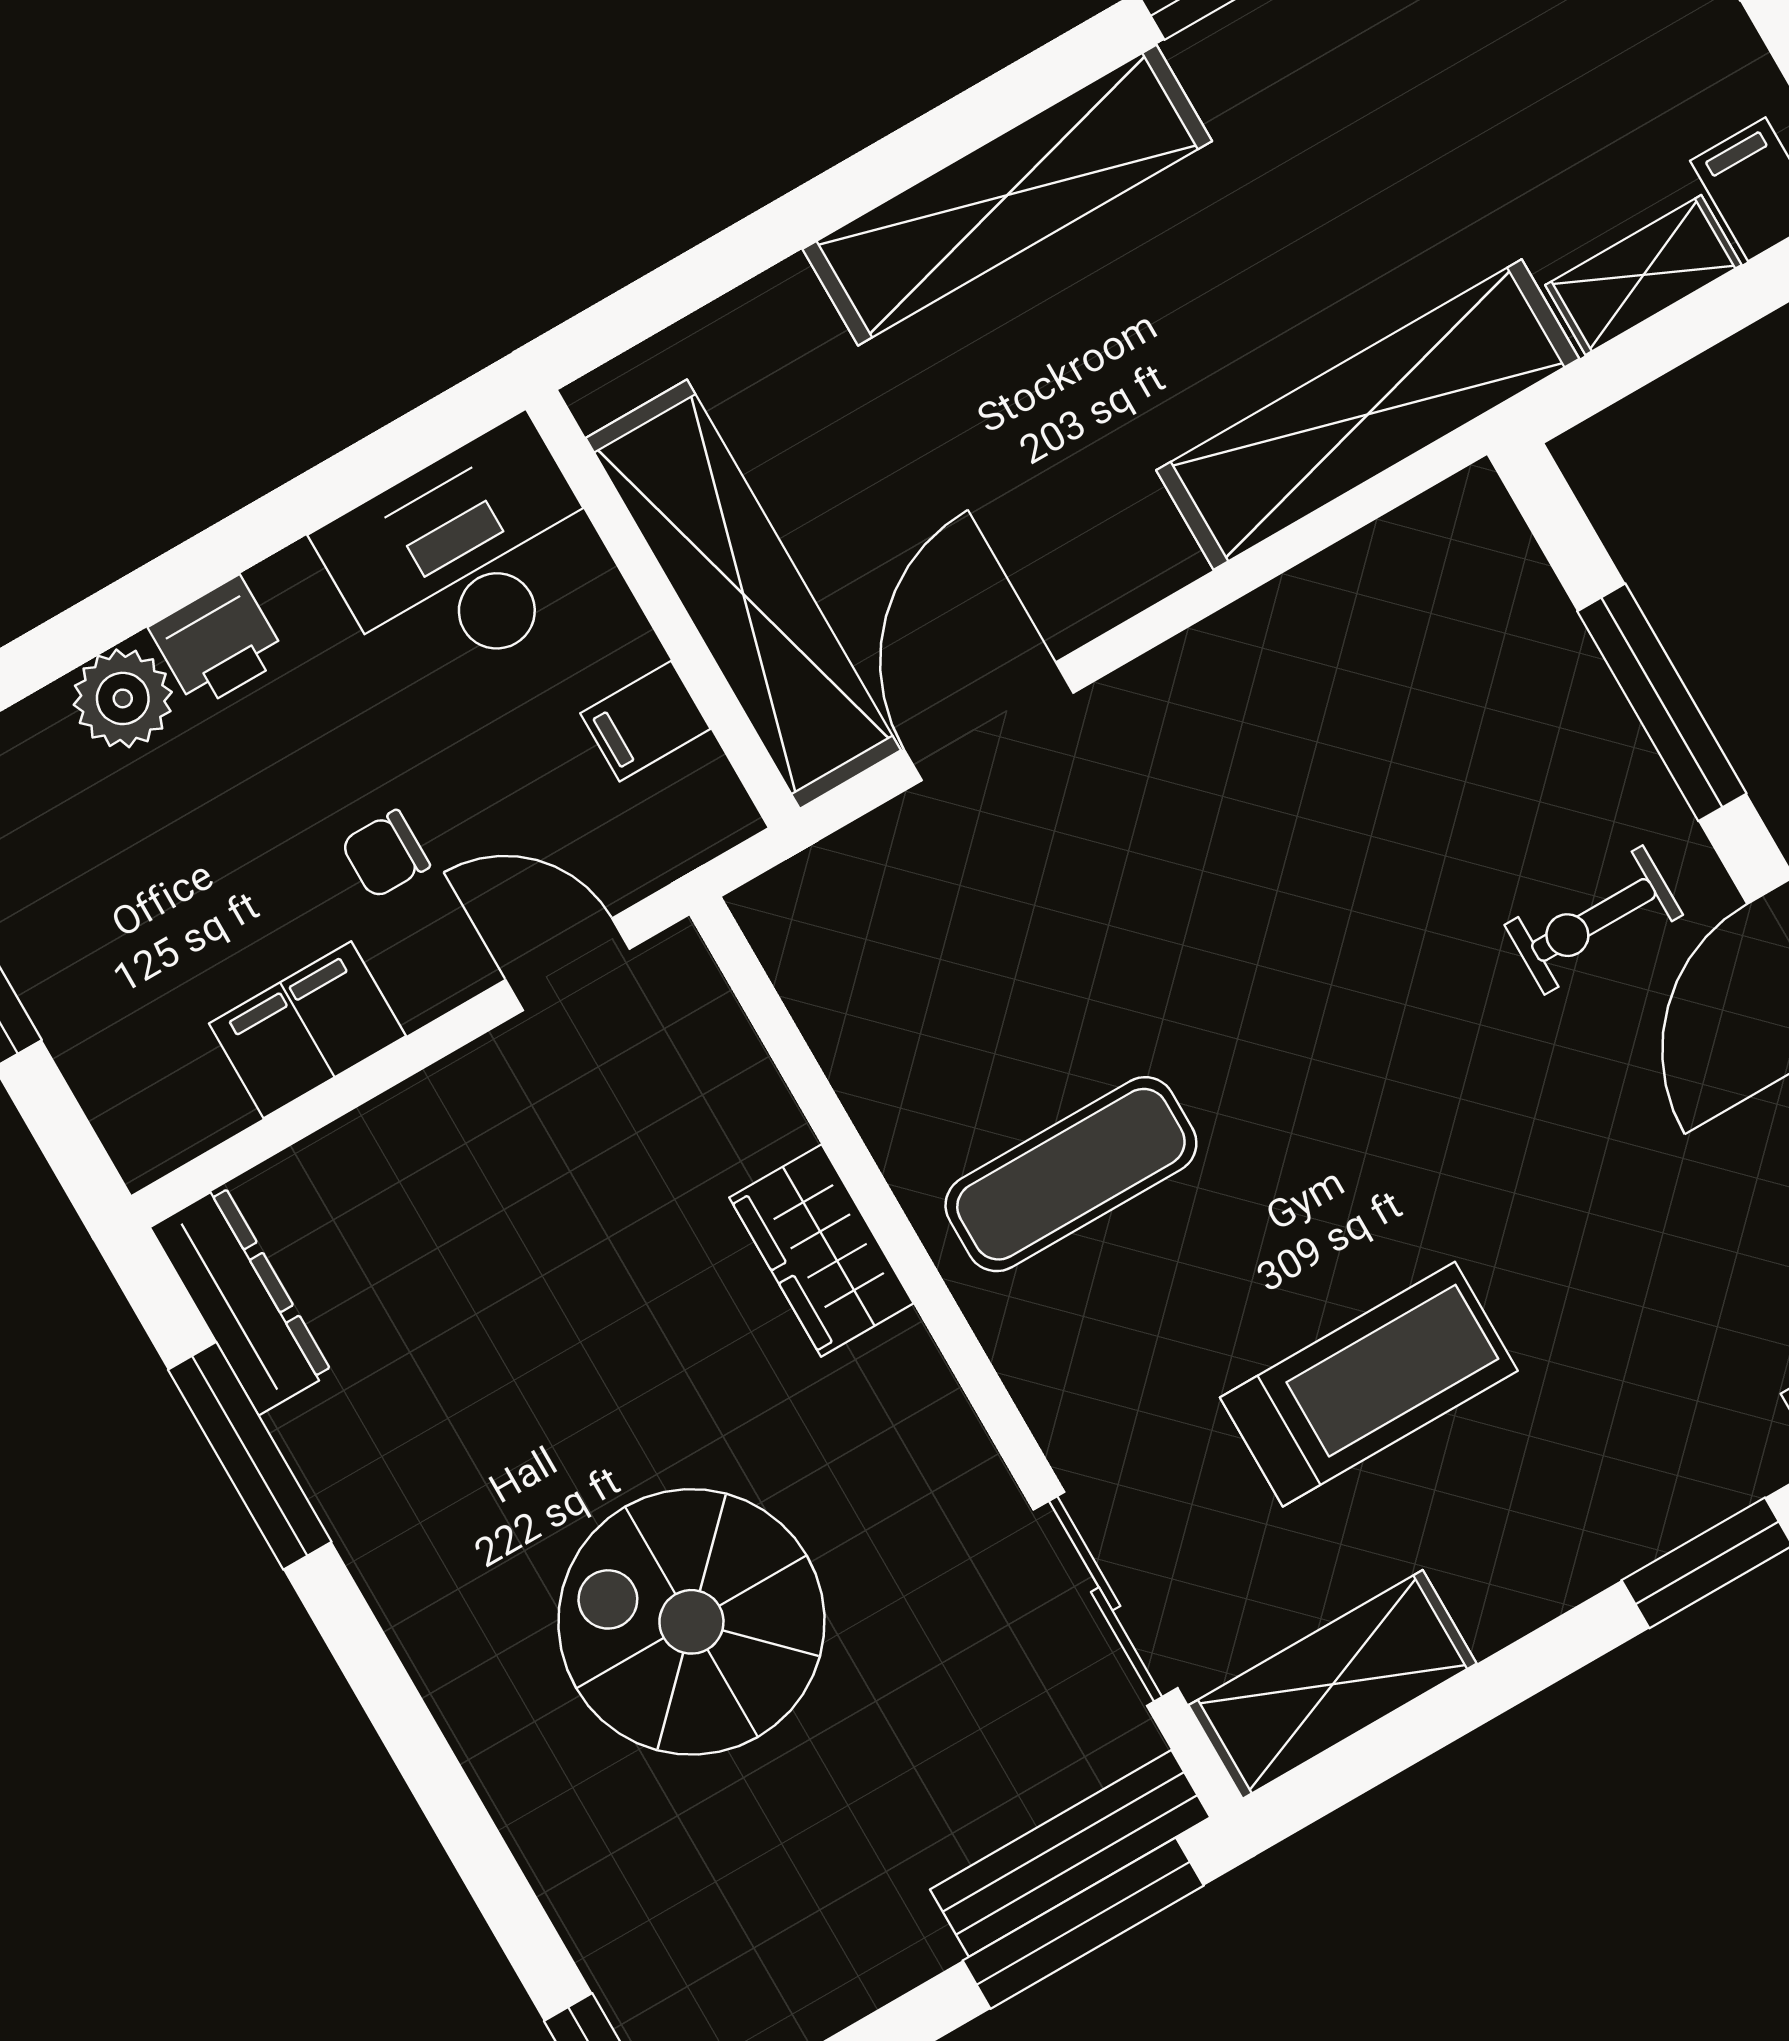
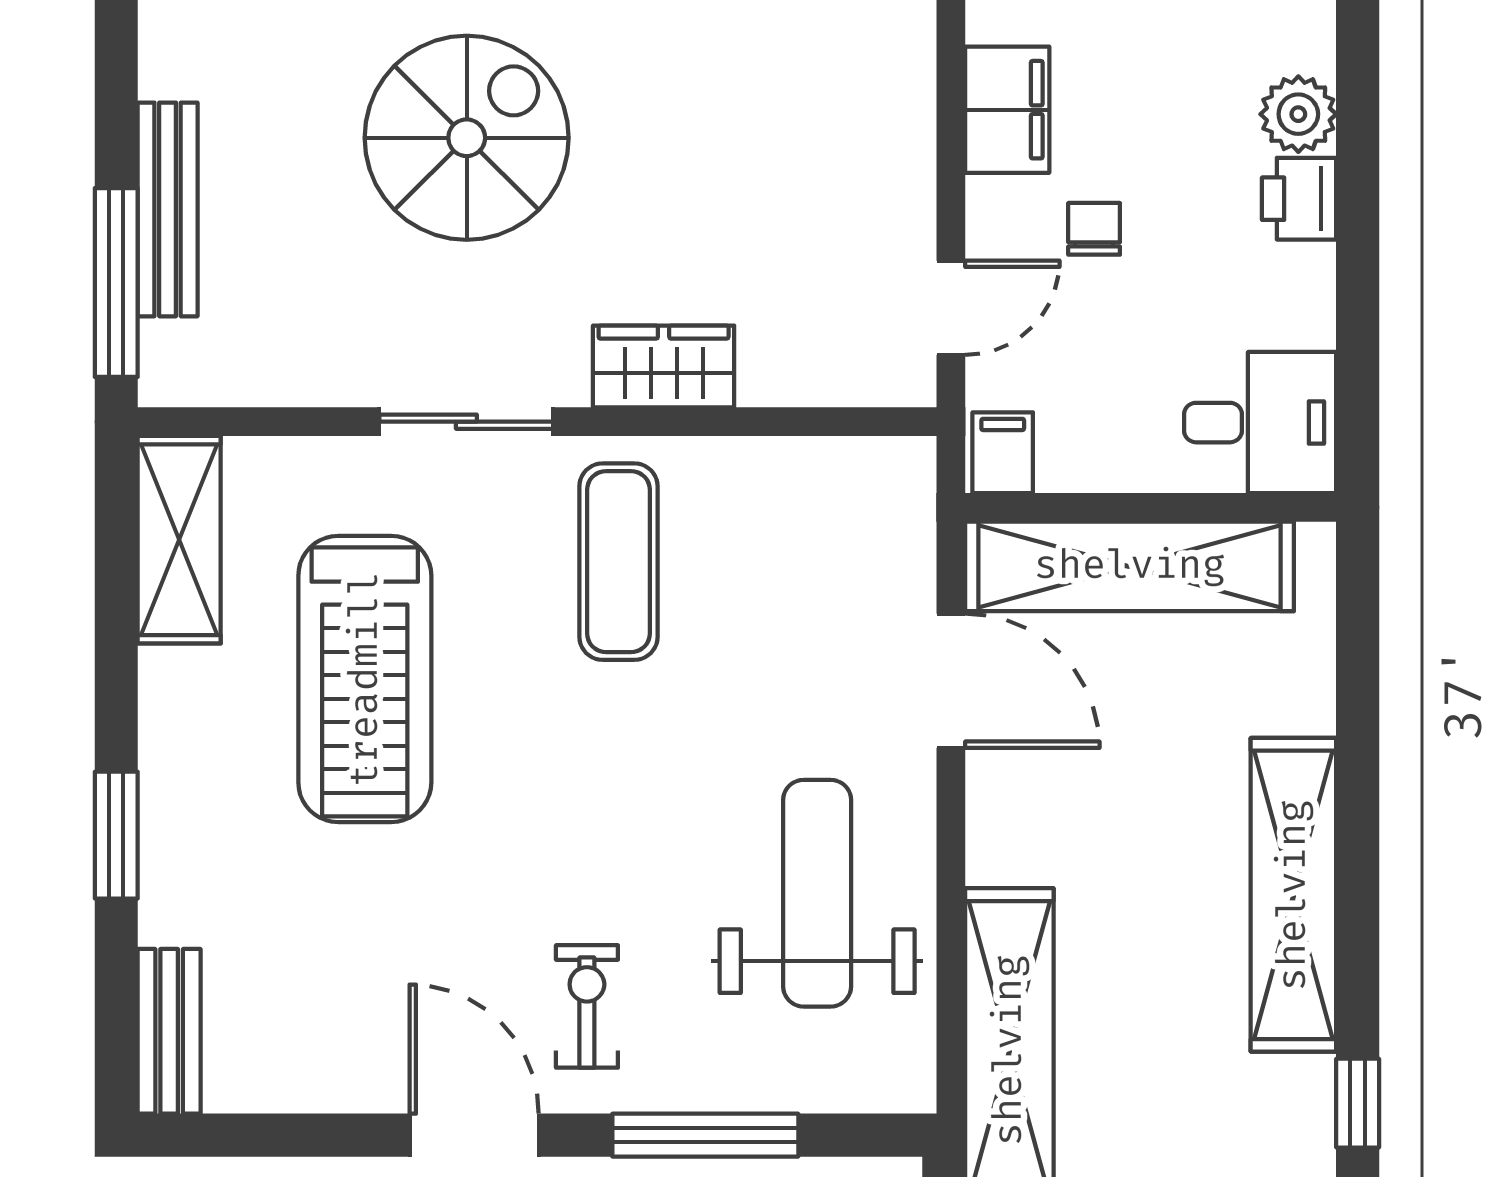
desk: (466, 558) -> (1260, 423), width x0.73
filing cabinet: (645, 721) -> (1003, 453), moved
weight bench: (1316, 734) -> (817, 893), added
treadmill: (1369, 1384) -> (365, 679), width x1.37, depth x1.37
sliding door: (1106, 1599) -> (466, 422), moved
bench: (1070, 1853) -> (168, 209), moved

